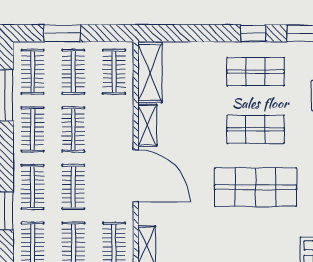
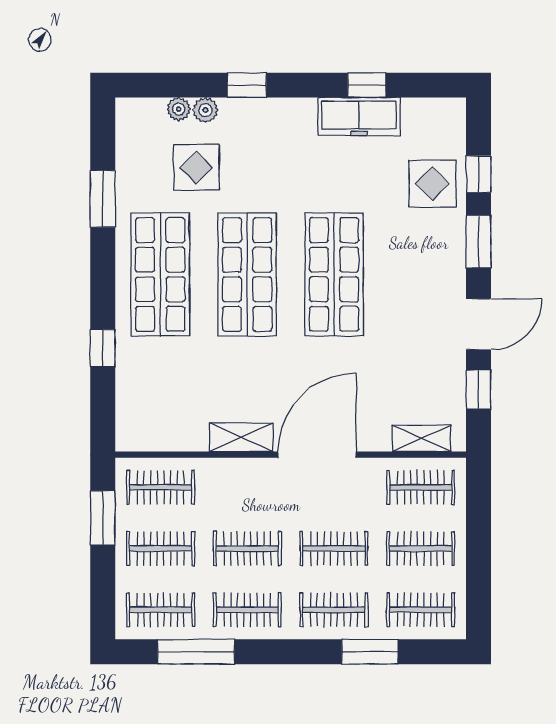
window: (62, 33) -> (103, 518), moved
window: (253, 33) -> (103, 348), moved
shelving: (150, 72) -> (162, 433), removed
shop shelf: (256, 72) -> (160, 274), width x1.43, depth x1.36
shop shelf: (256, 129) -> (247, 274), width x1.43, depth x1.36

